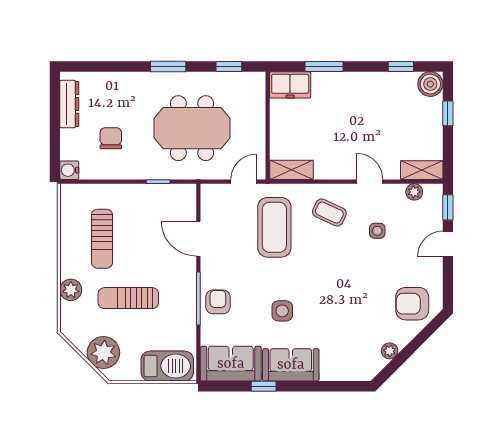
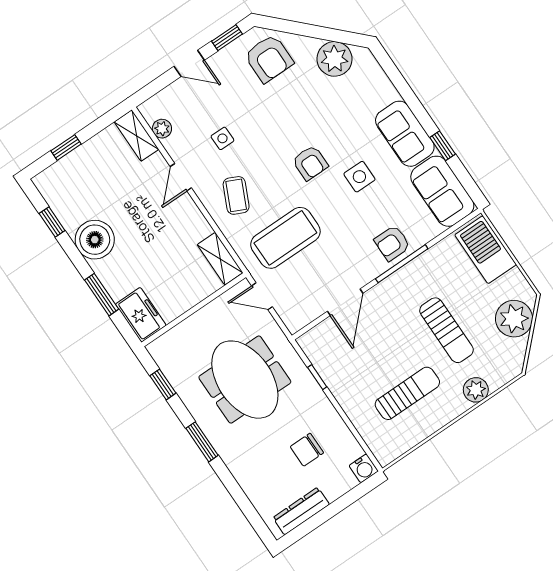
boiler: (430, 84) -> (95, 240), moved, width x1.37, depth x1.37
window: (448, 207) -> (227, 38), moved
armchair: (316, 282) -> (310, 163), added
plant: (390, 351) -> (334, 59), width x1.88, depth x1.88

